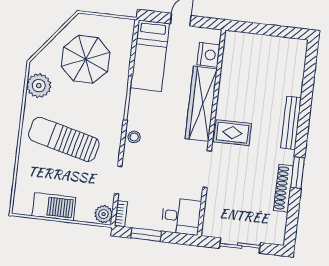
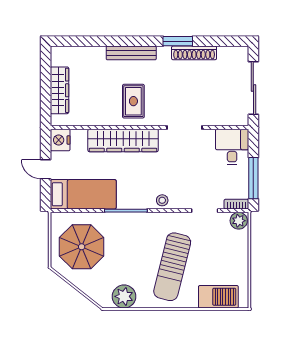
wardrobe: (261, 44) -> (59, 90), added
nightstand: (209, 55) -> (60, 140), moved, turned -90
parasol: (86, 59) -> (82, 247), moved
rug: (233, 133) -> (133, 101), moved
barbecue: (54, 207) -> (218, 297), moved, turned 90
window: (146, 235) -> (253, 178), width x1.44
sliding door: (240, 246) -> (253, 88), width x1.37

